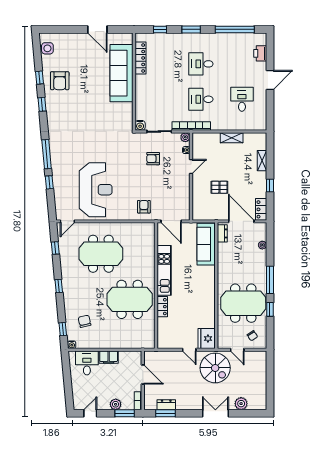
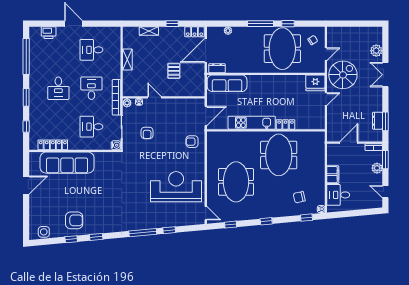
desk: (160, 99) -> (91, 127), added
desk: (201, 99) -> (91, 88), turned 180

